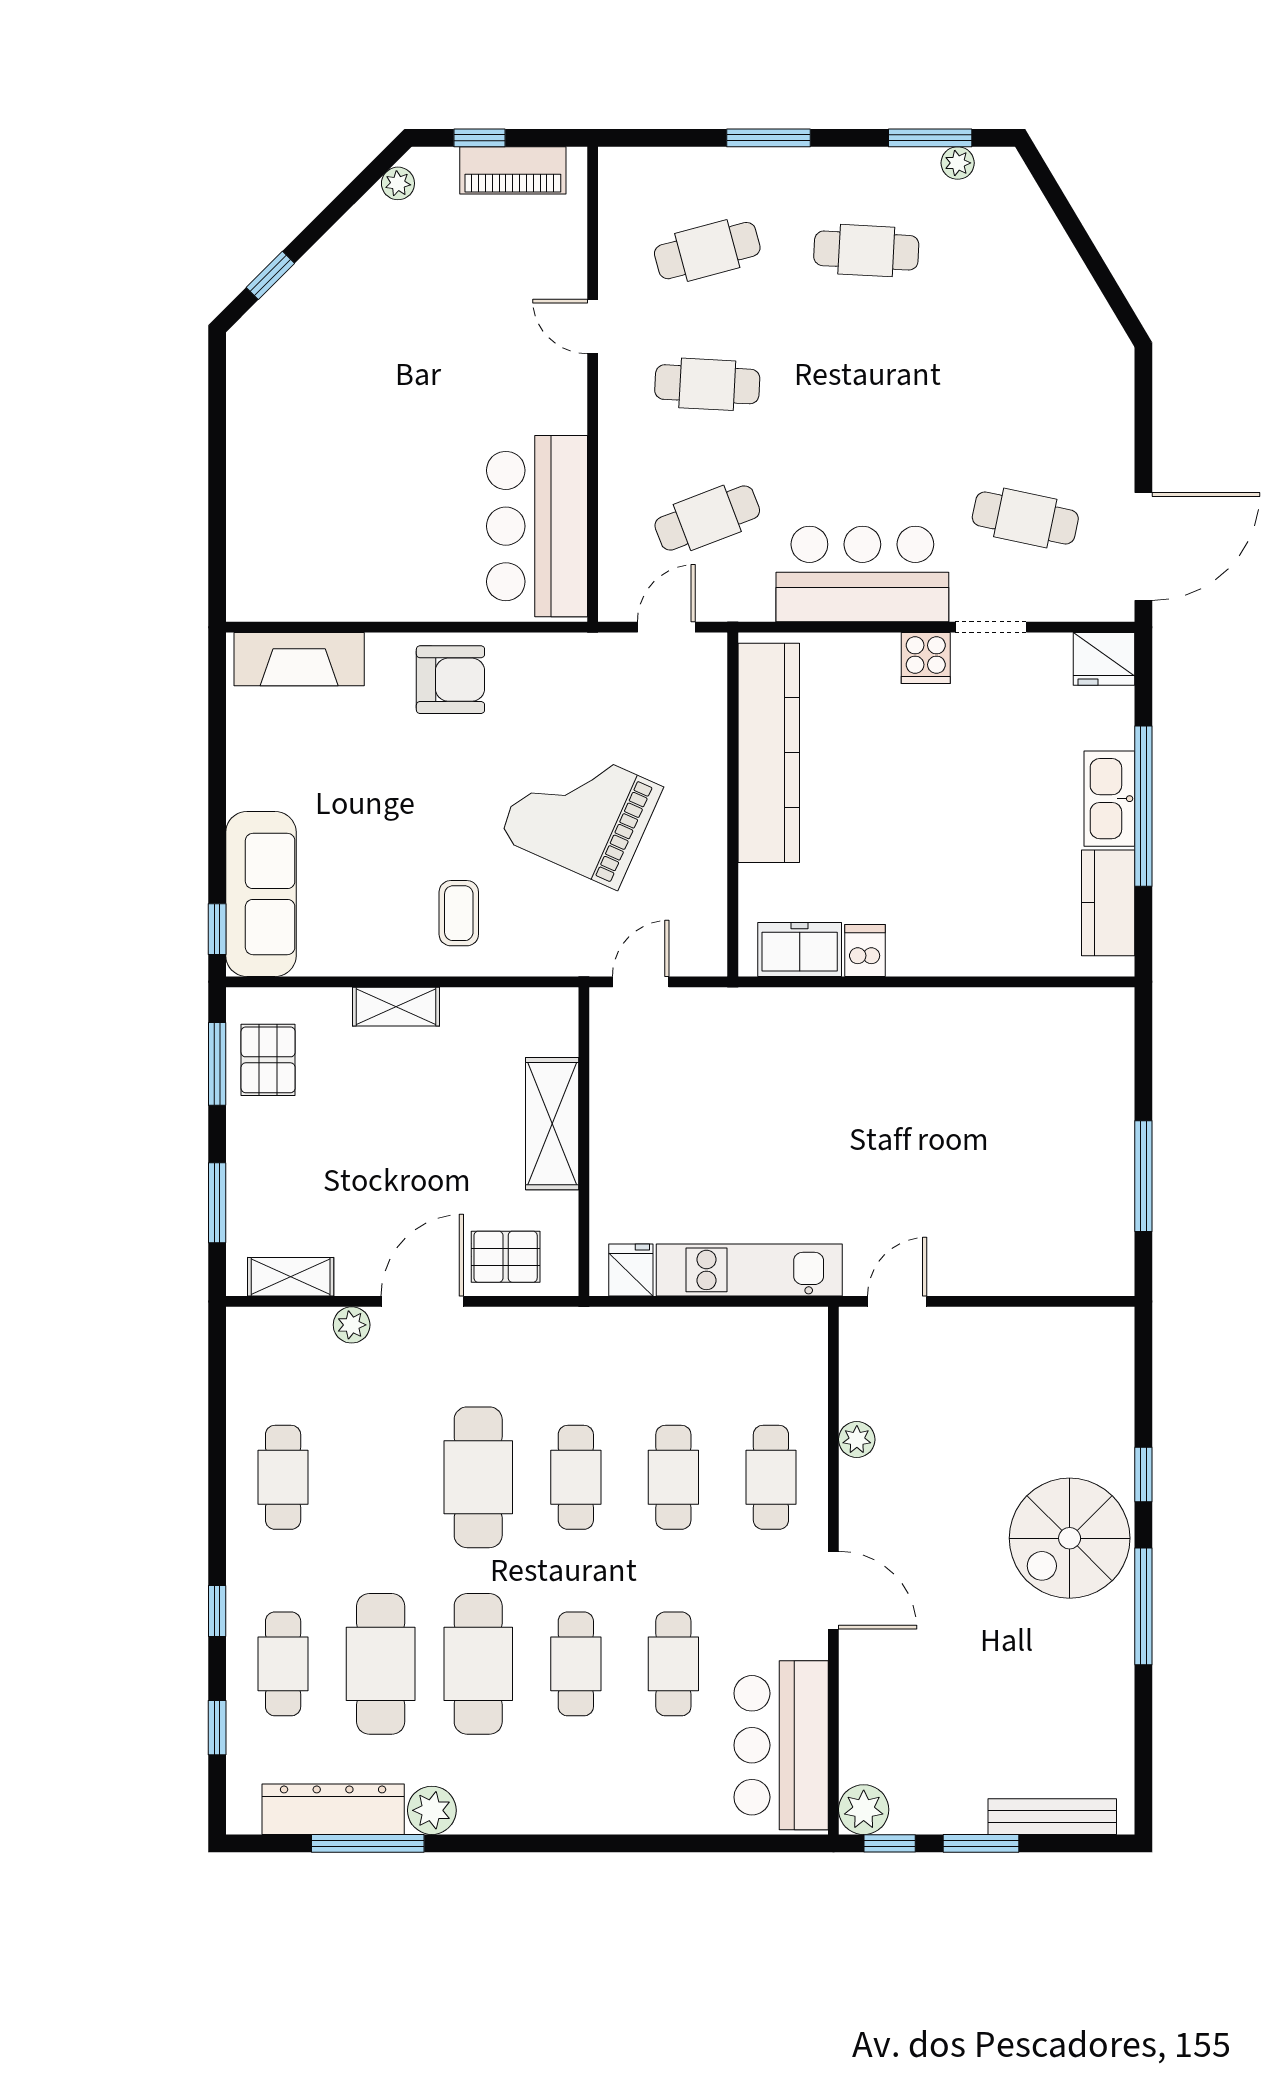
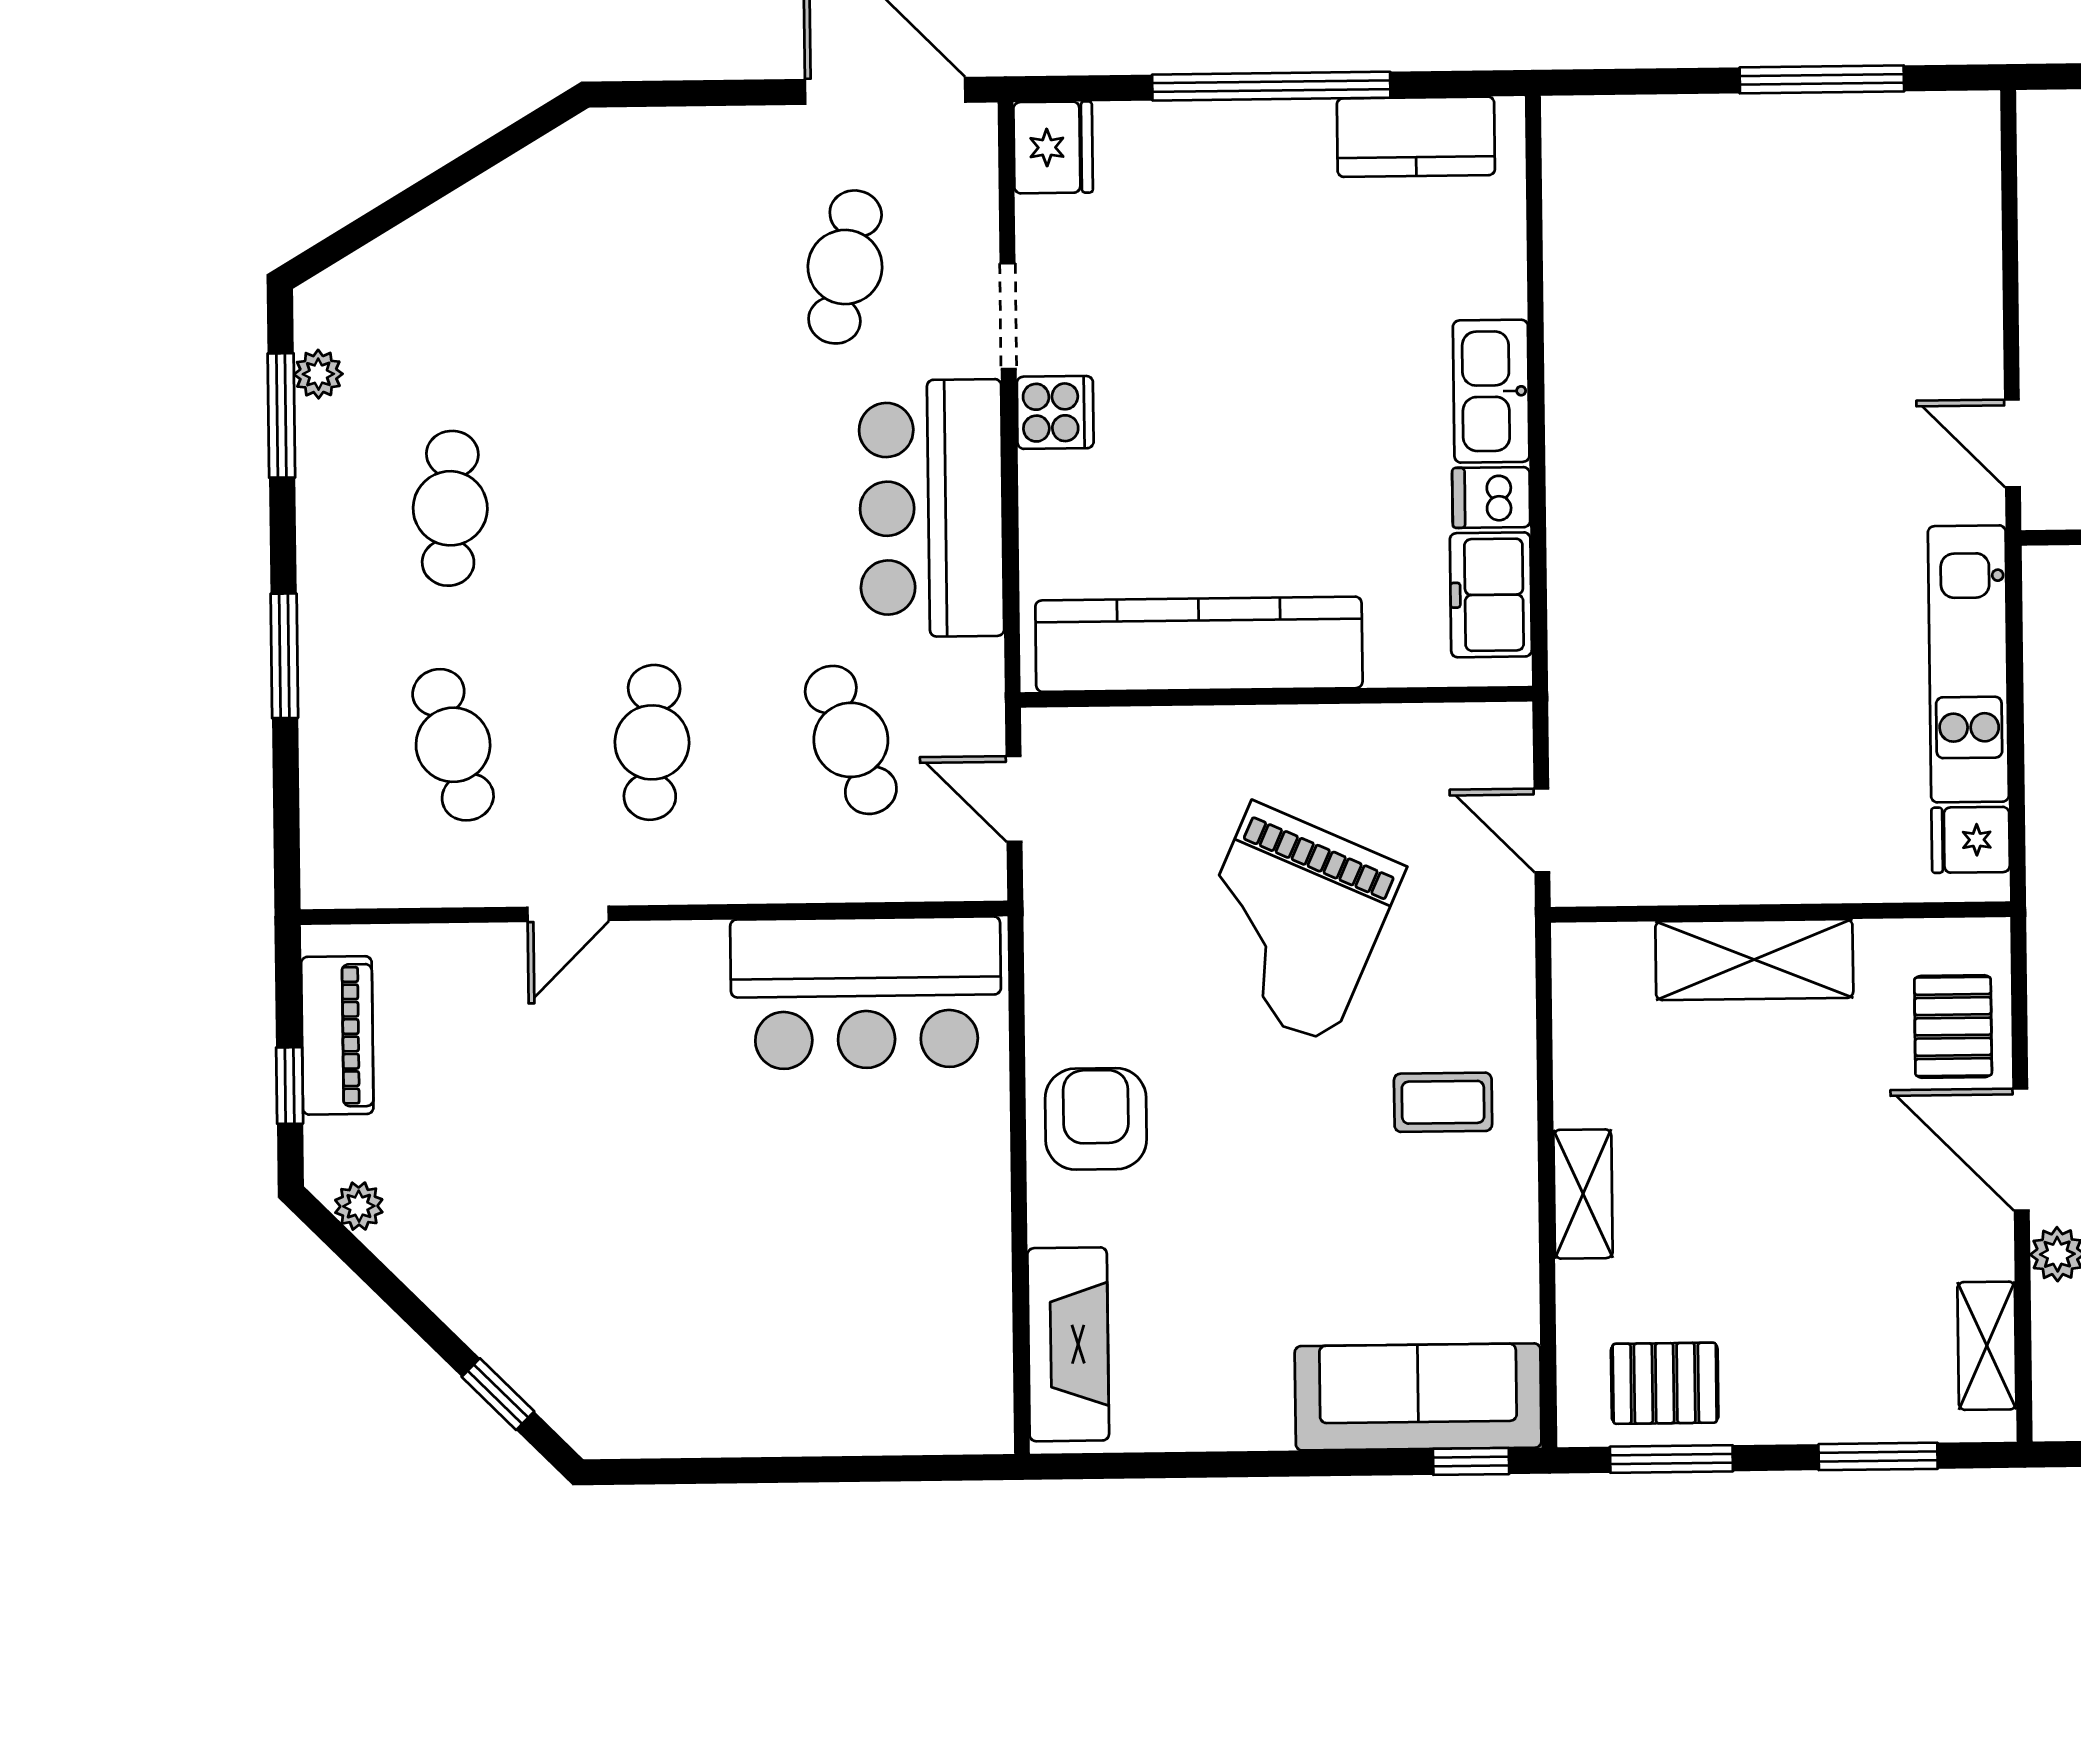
kitchen sink: (1109, 799) -> (1491, 391), moved, turned 90

